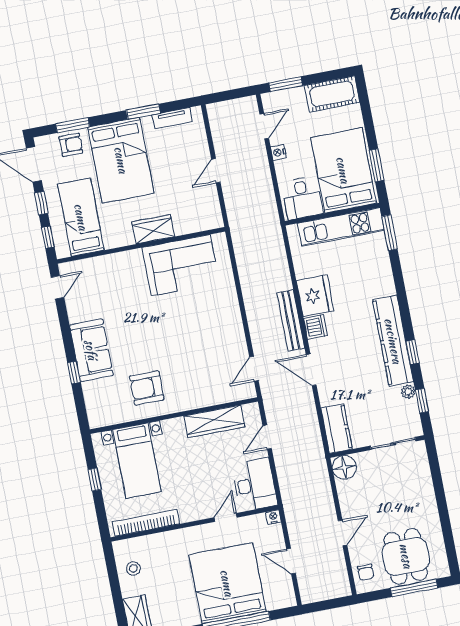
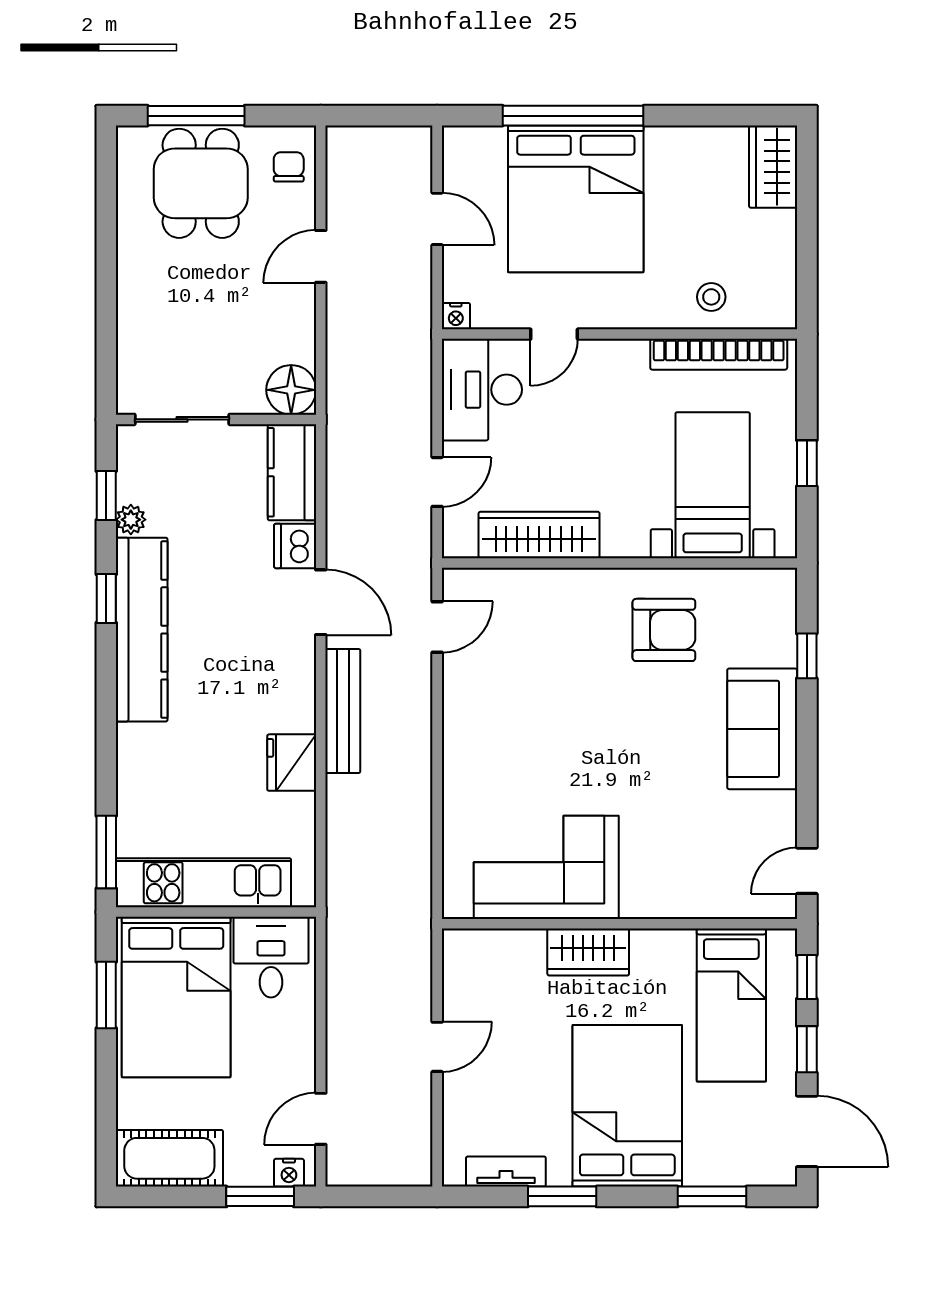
armchair: (71, 145) -> (723, 1157), removed
nightstand: (278, 152) -> (289, 1173), moved, turned 90
fridge: (315, 296) -> (292, 763), width x0.73, depth x0.75
dishwasher: (315, 327) -> (295, 546), moved
window: (74, 373) -> (807, 656), moved
stool: (133, 568) -> (711, 297), moved

